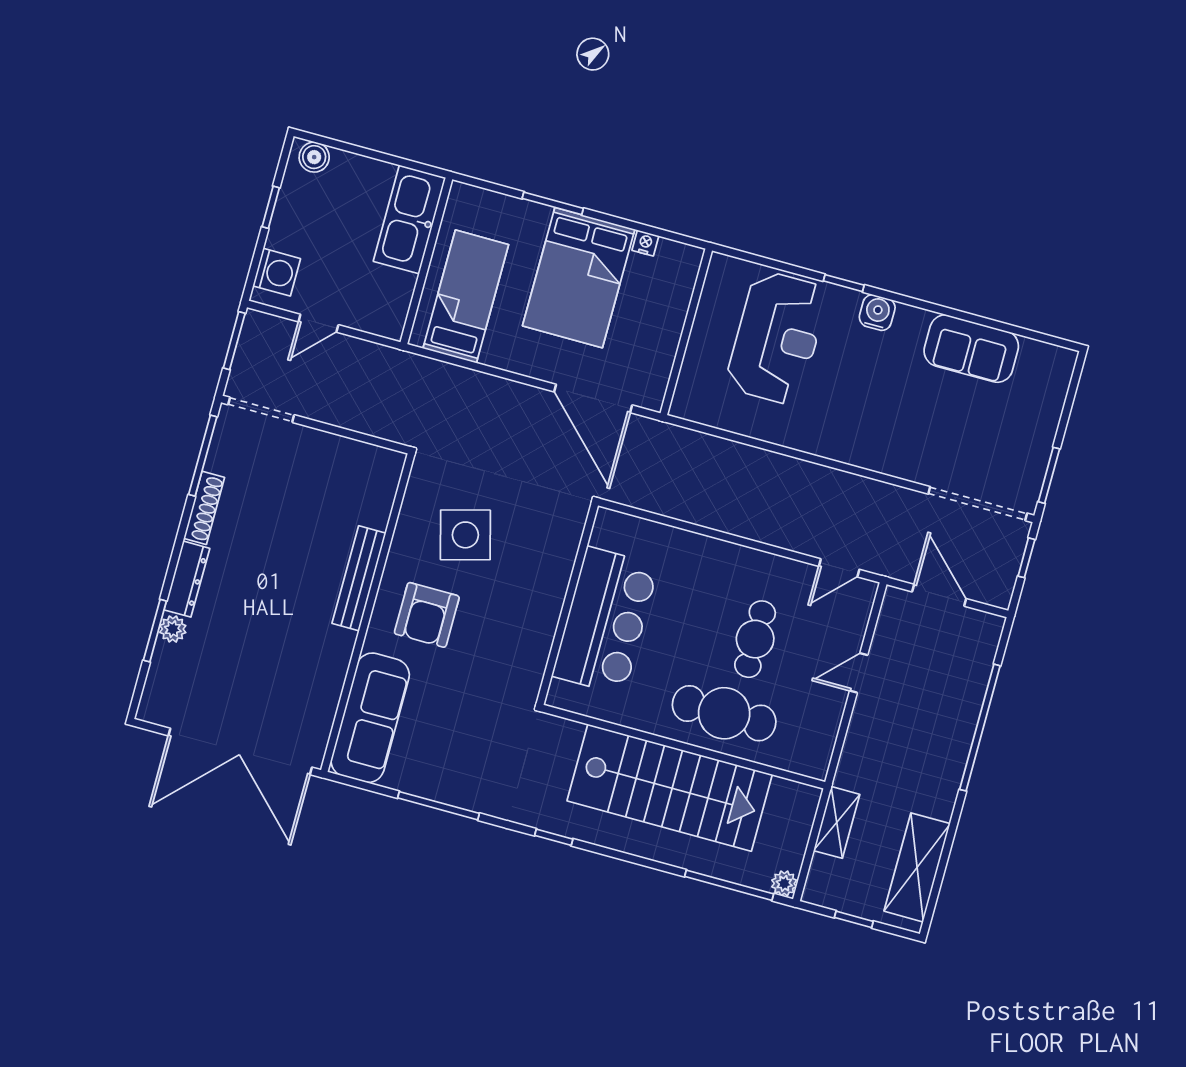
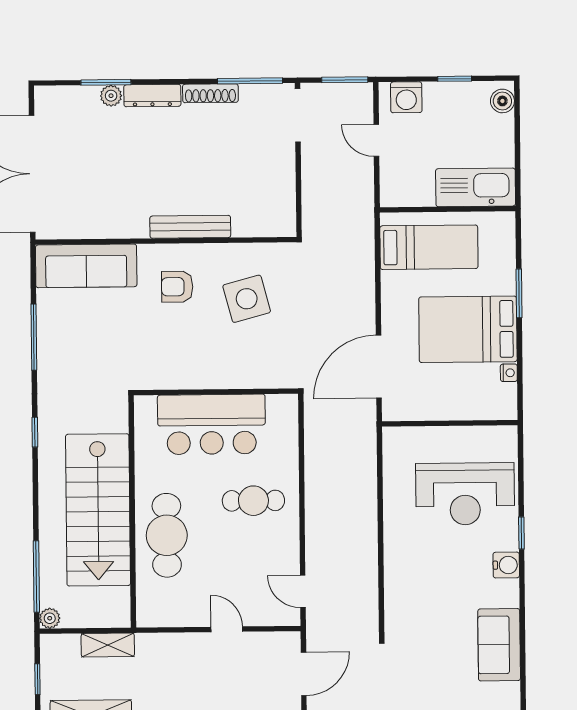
armchair: (427, 615) -> (177, 287), width x0.72, depth x0.72
cafe table: (755, 639) -> (253, 501), moved

